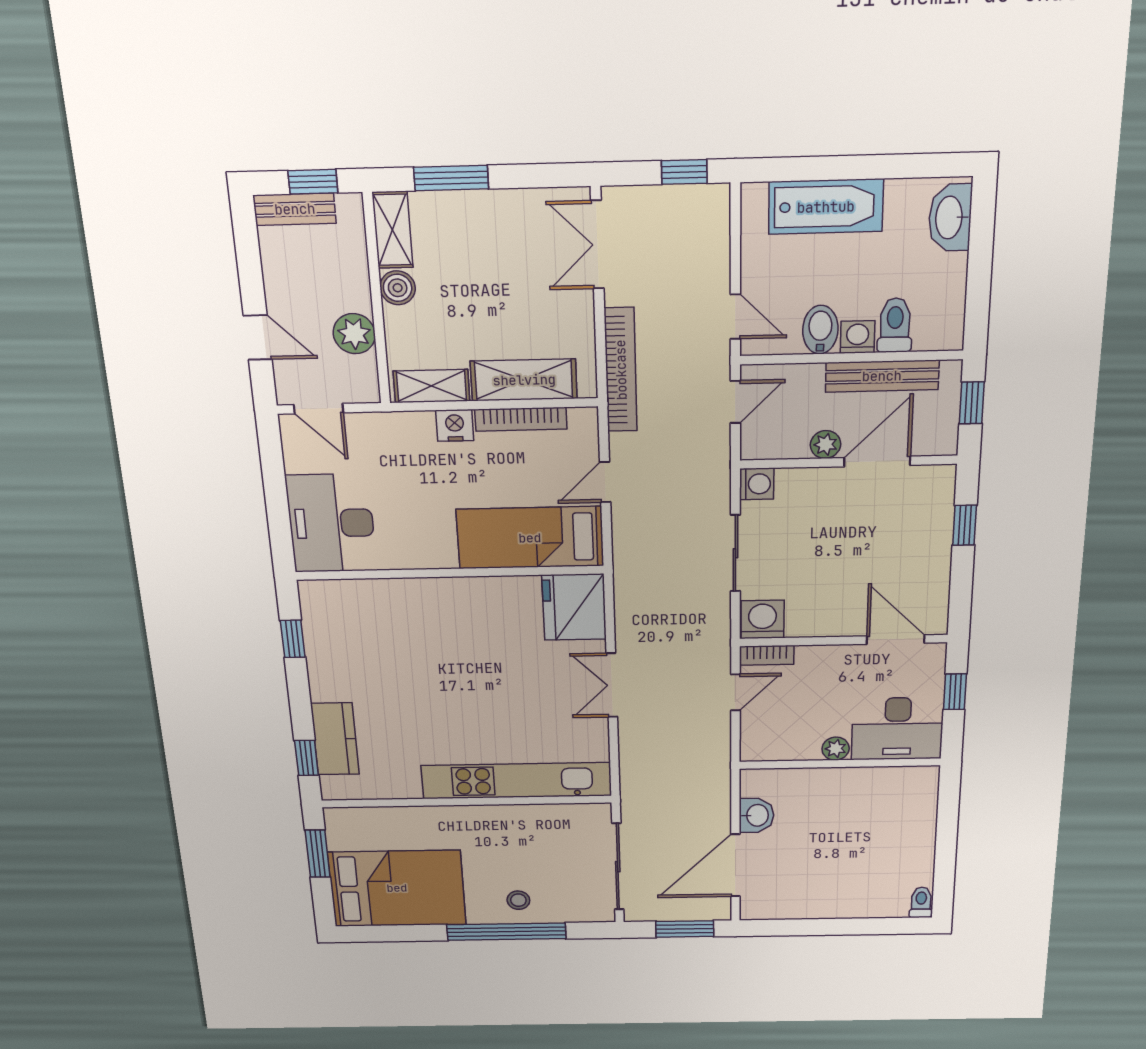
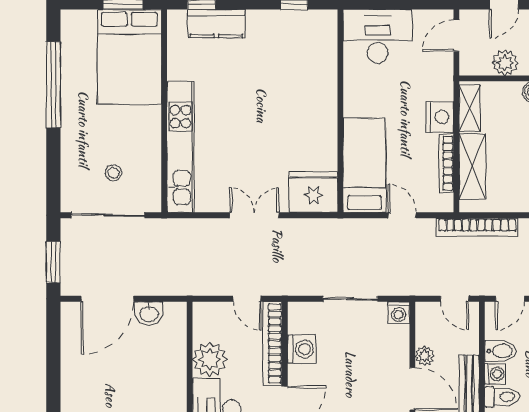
nightstand: (455, 425) -> (440, 117), width x1.36, depth x1.33
washing machine: (762, 619) -> (302, 349), moved
bookcase: (767, 655) -> (272, 343), width x2.31, depth x1.31
plant: (836, 749) -> (210, 359), width x1.88, depth x1.88
door: (735, 865) -> (107, 299), swing flipped
bed: (397, 888) -> (129, 57), moved
stool: (518, 900) -> (113, 173), moved
window: (506, 932) -> (53, 85), moved

